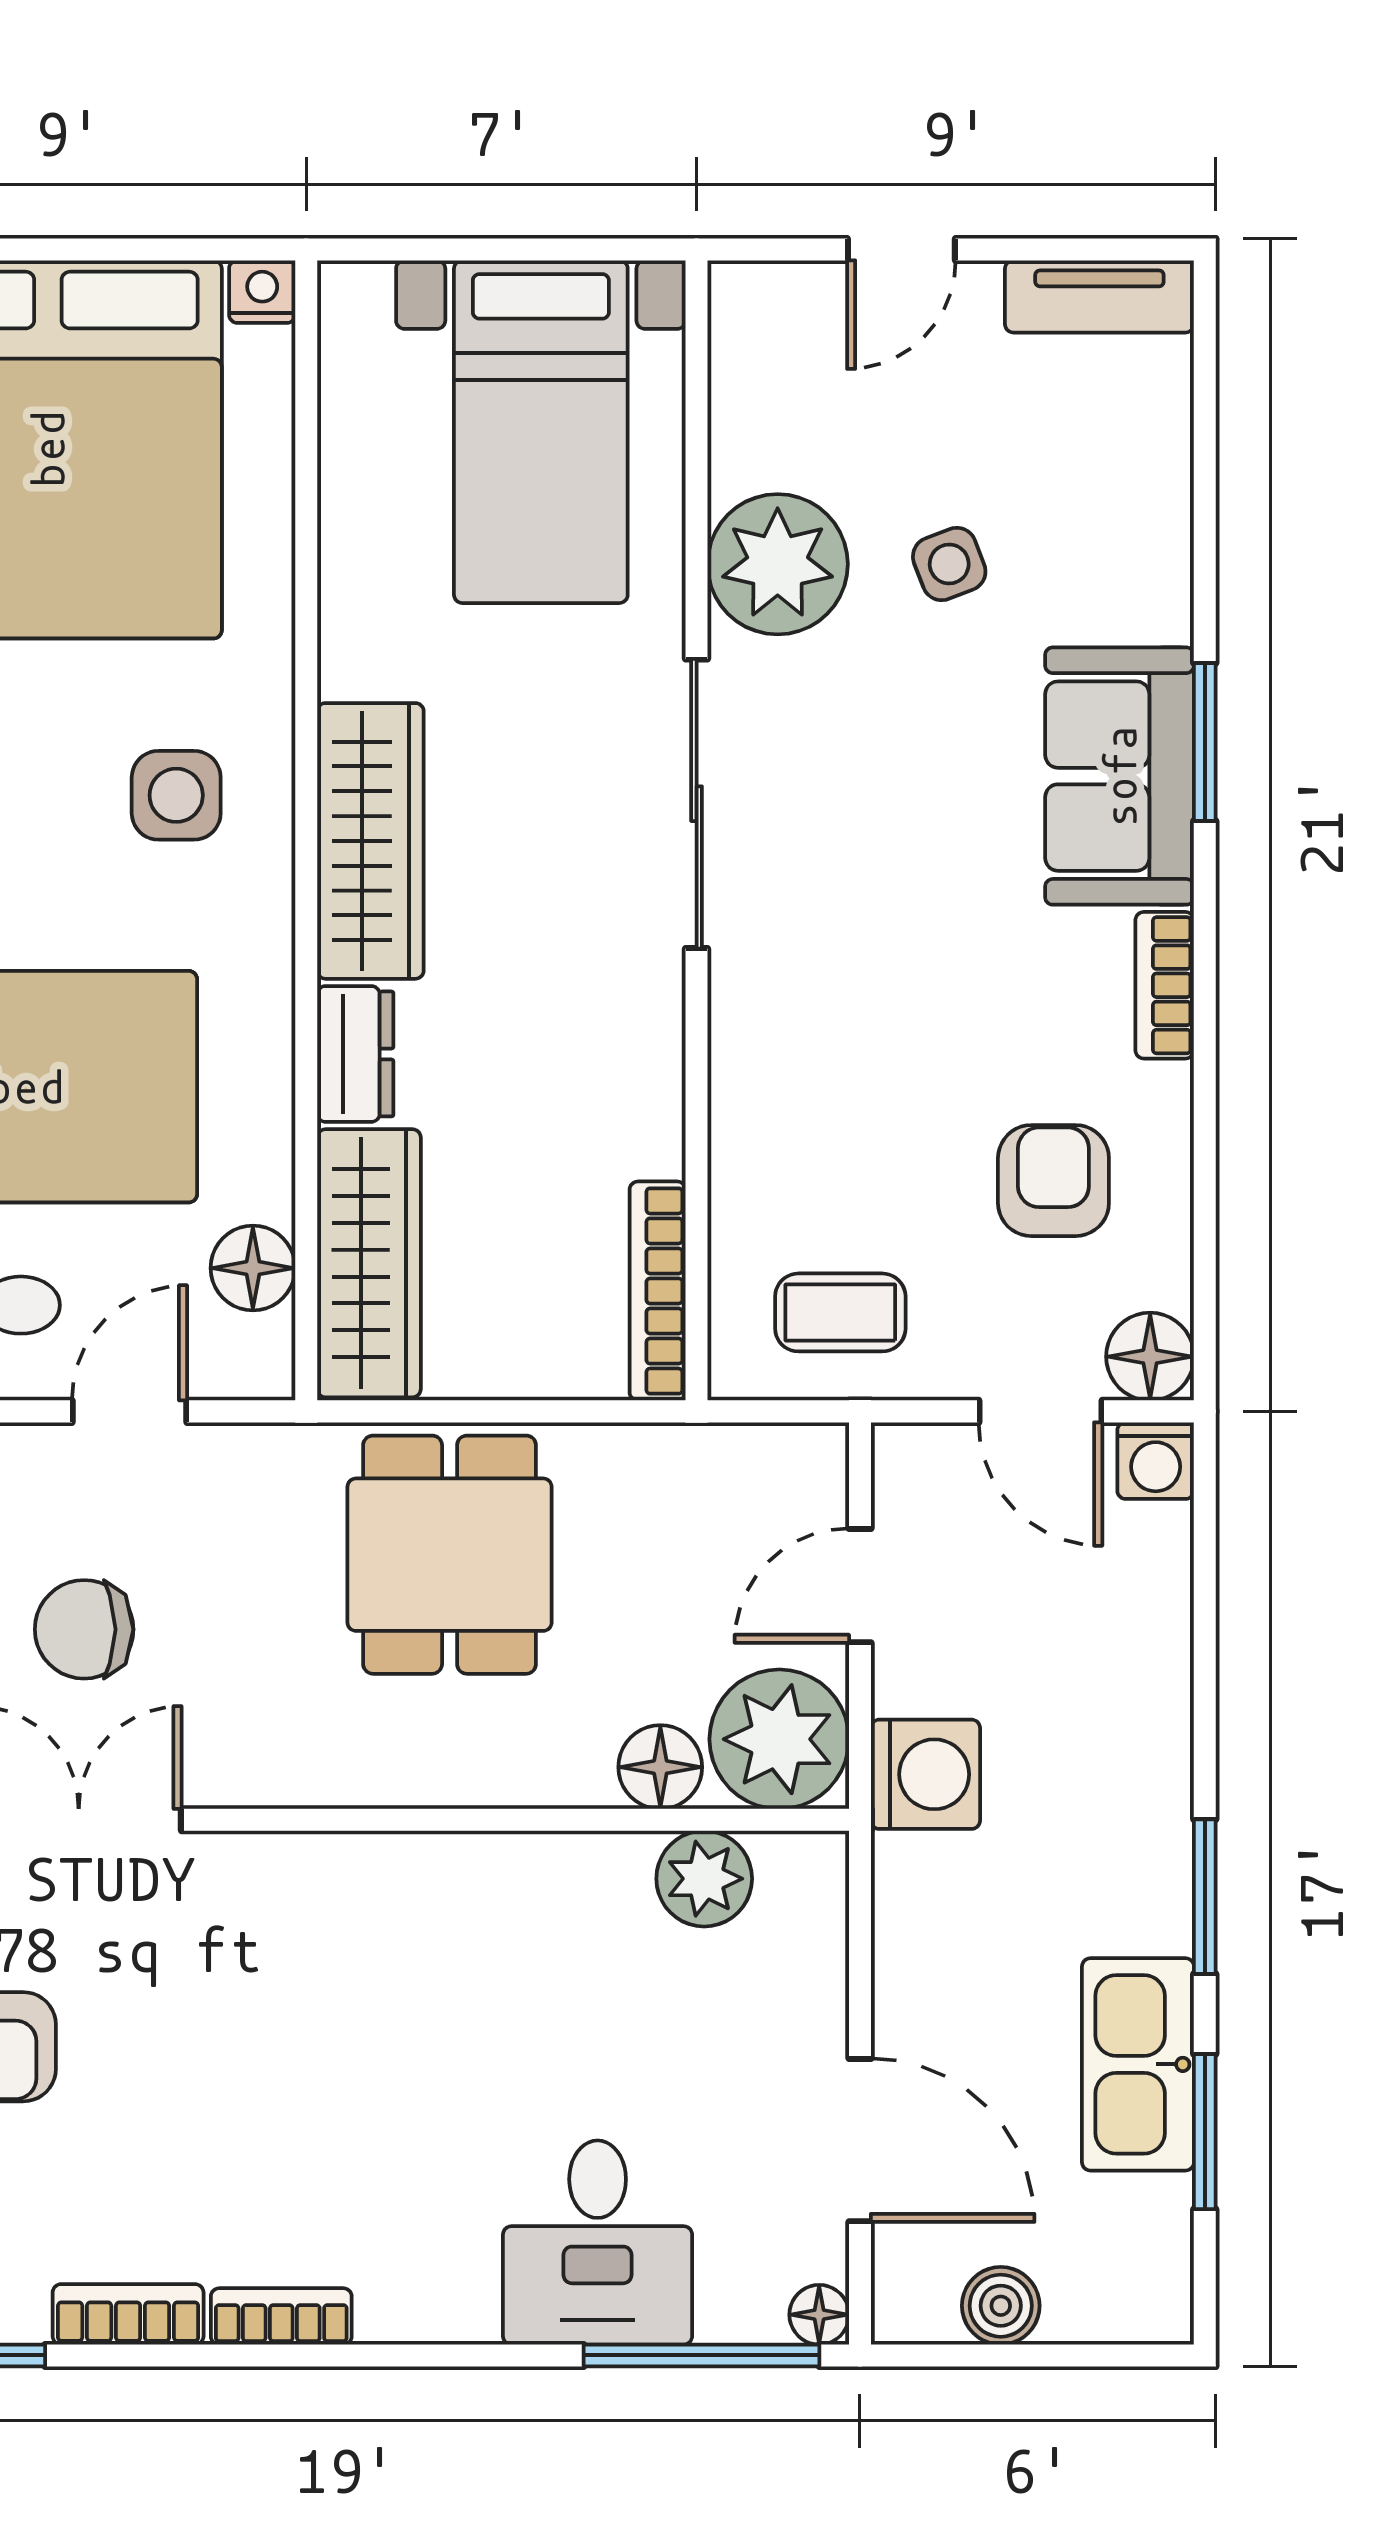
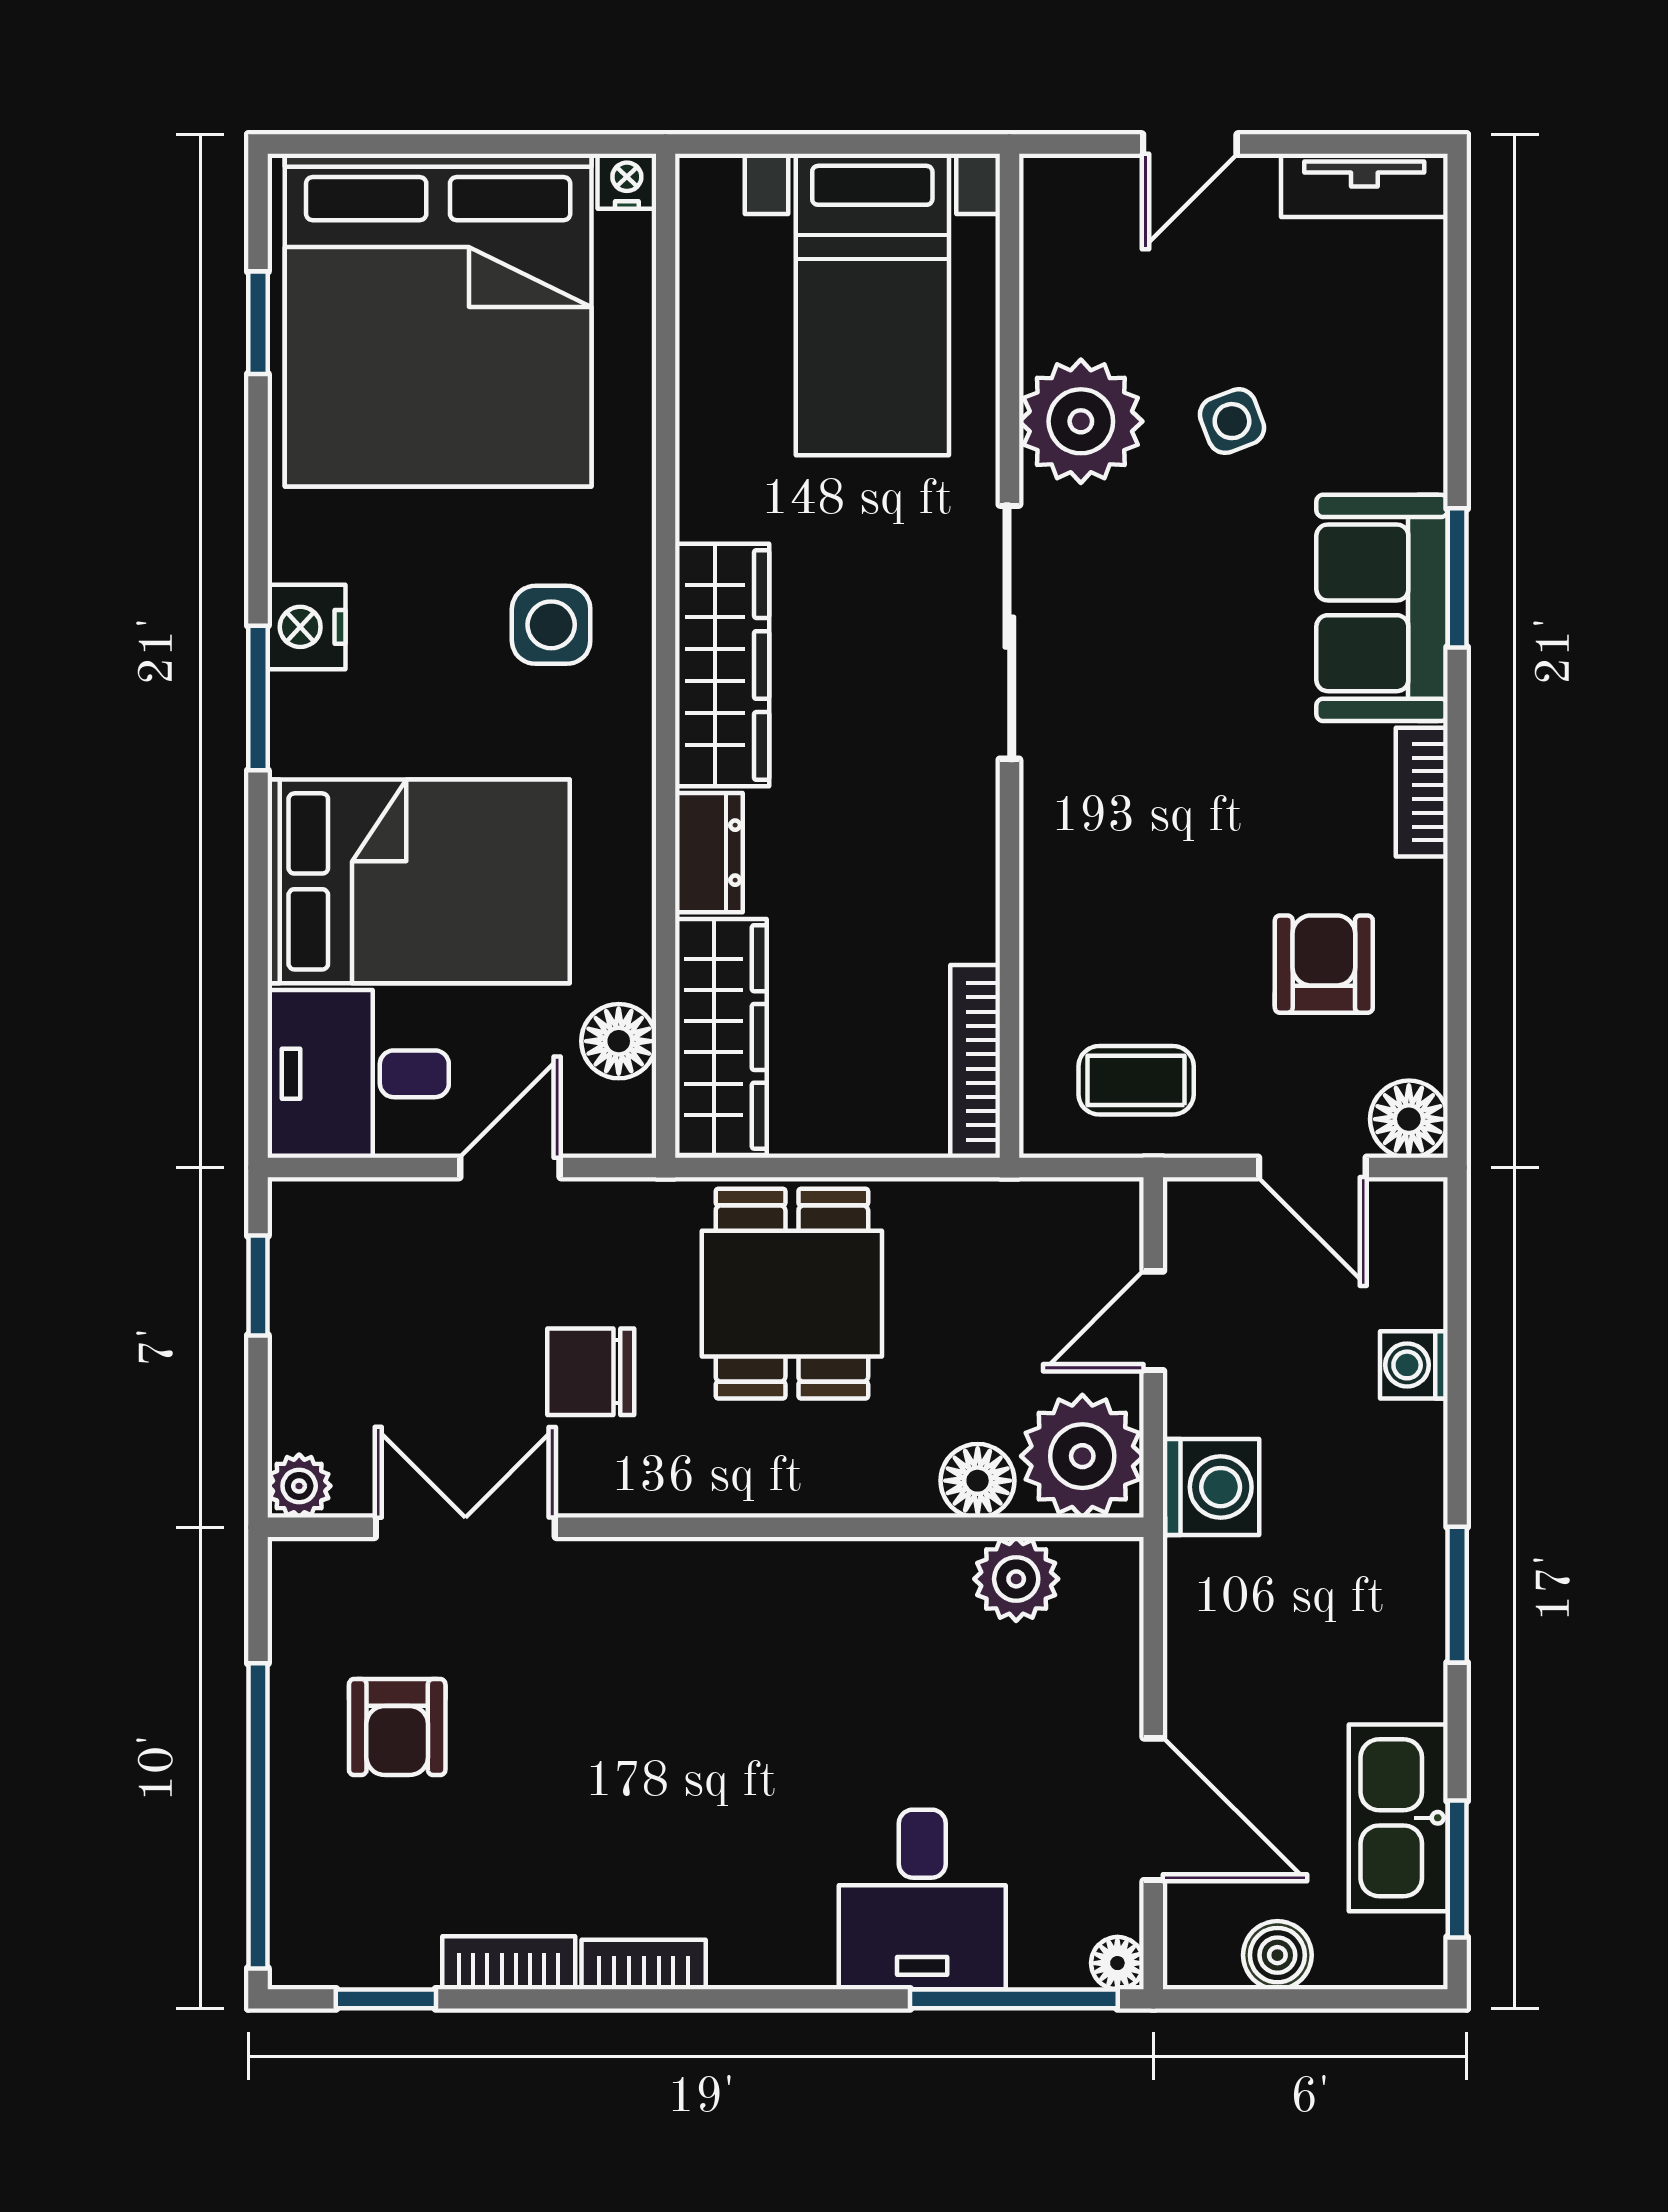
washing machine: (1156, 1461) -> (1414, 1365), moved, turned 90
chair: (84, 1629) -> (591, 1372), moved
kitchen sink: (1138, 2064) -> (1398, 1818), moved
window: (1205, 2132) -> (1457, 1869), moved

